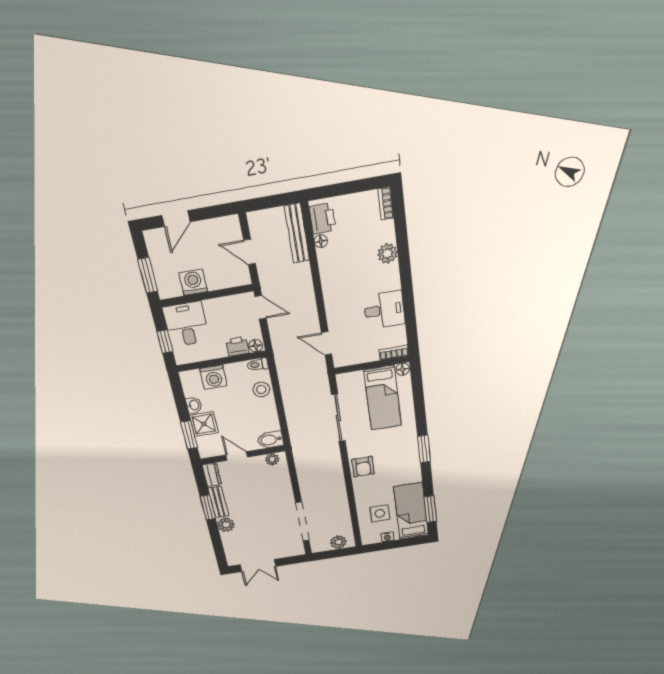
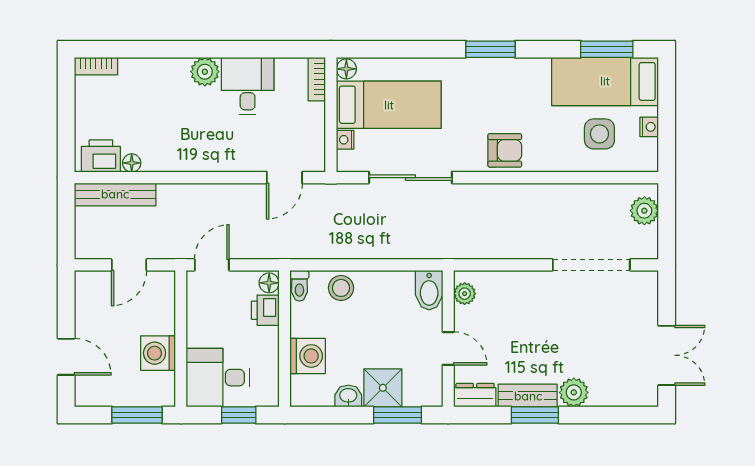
plant: (387, 253) -> (205, 72), moved
nightstand: (357, 376) -> (345, 140), added
door: (237, 456) -> (448, 348), swing flipped

